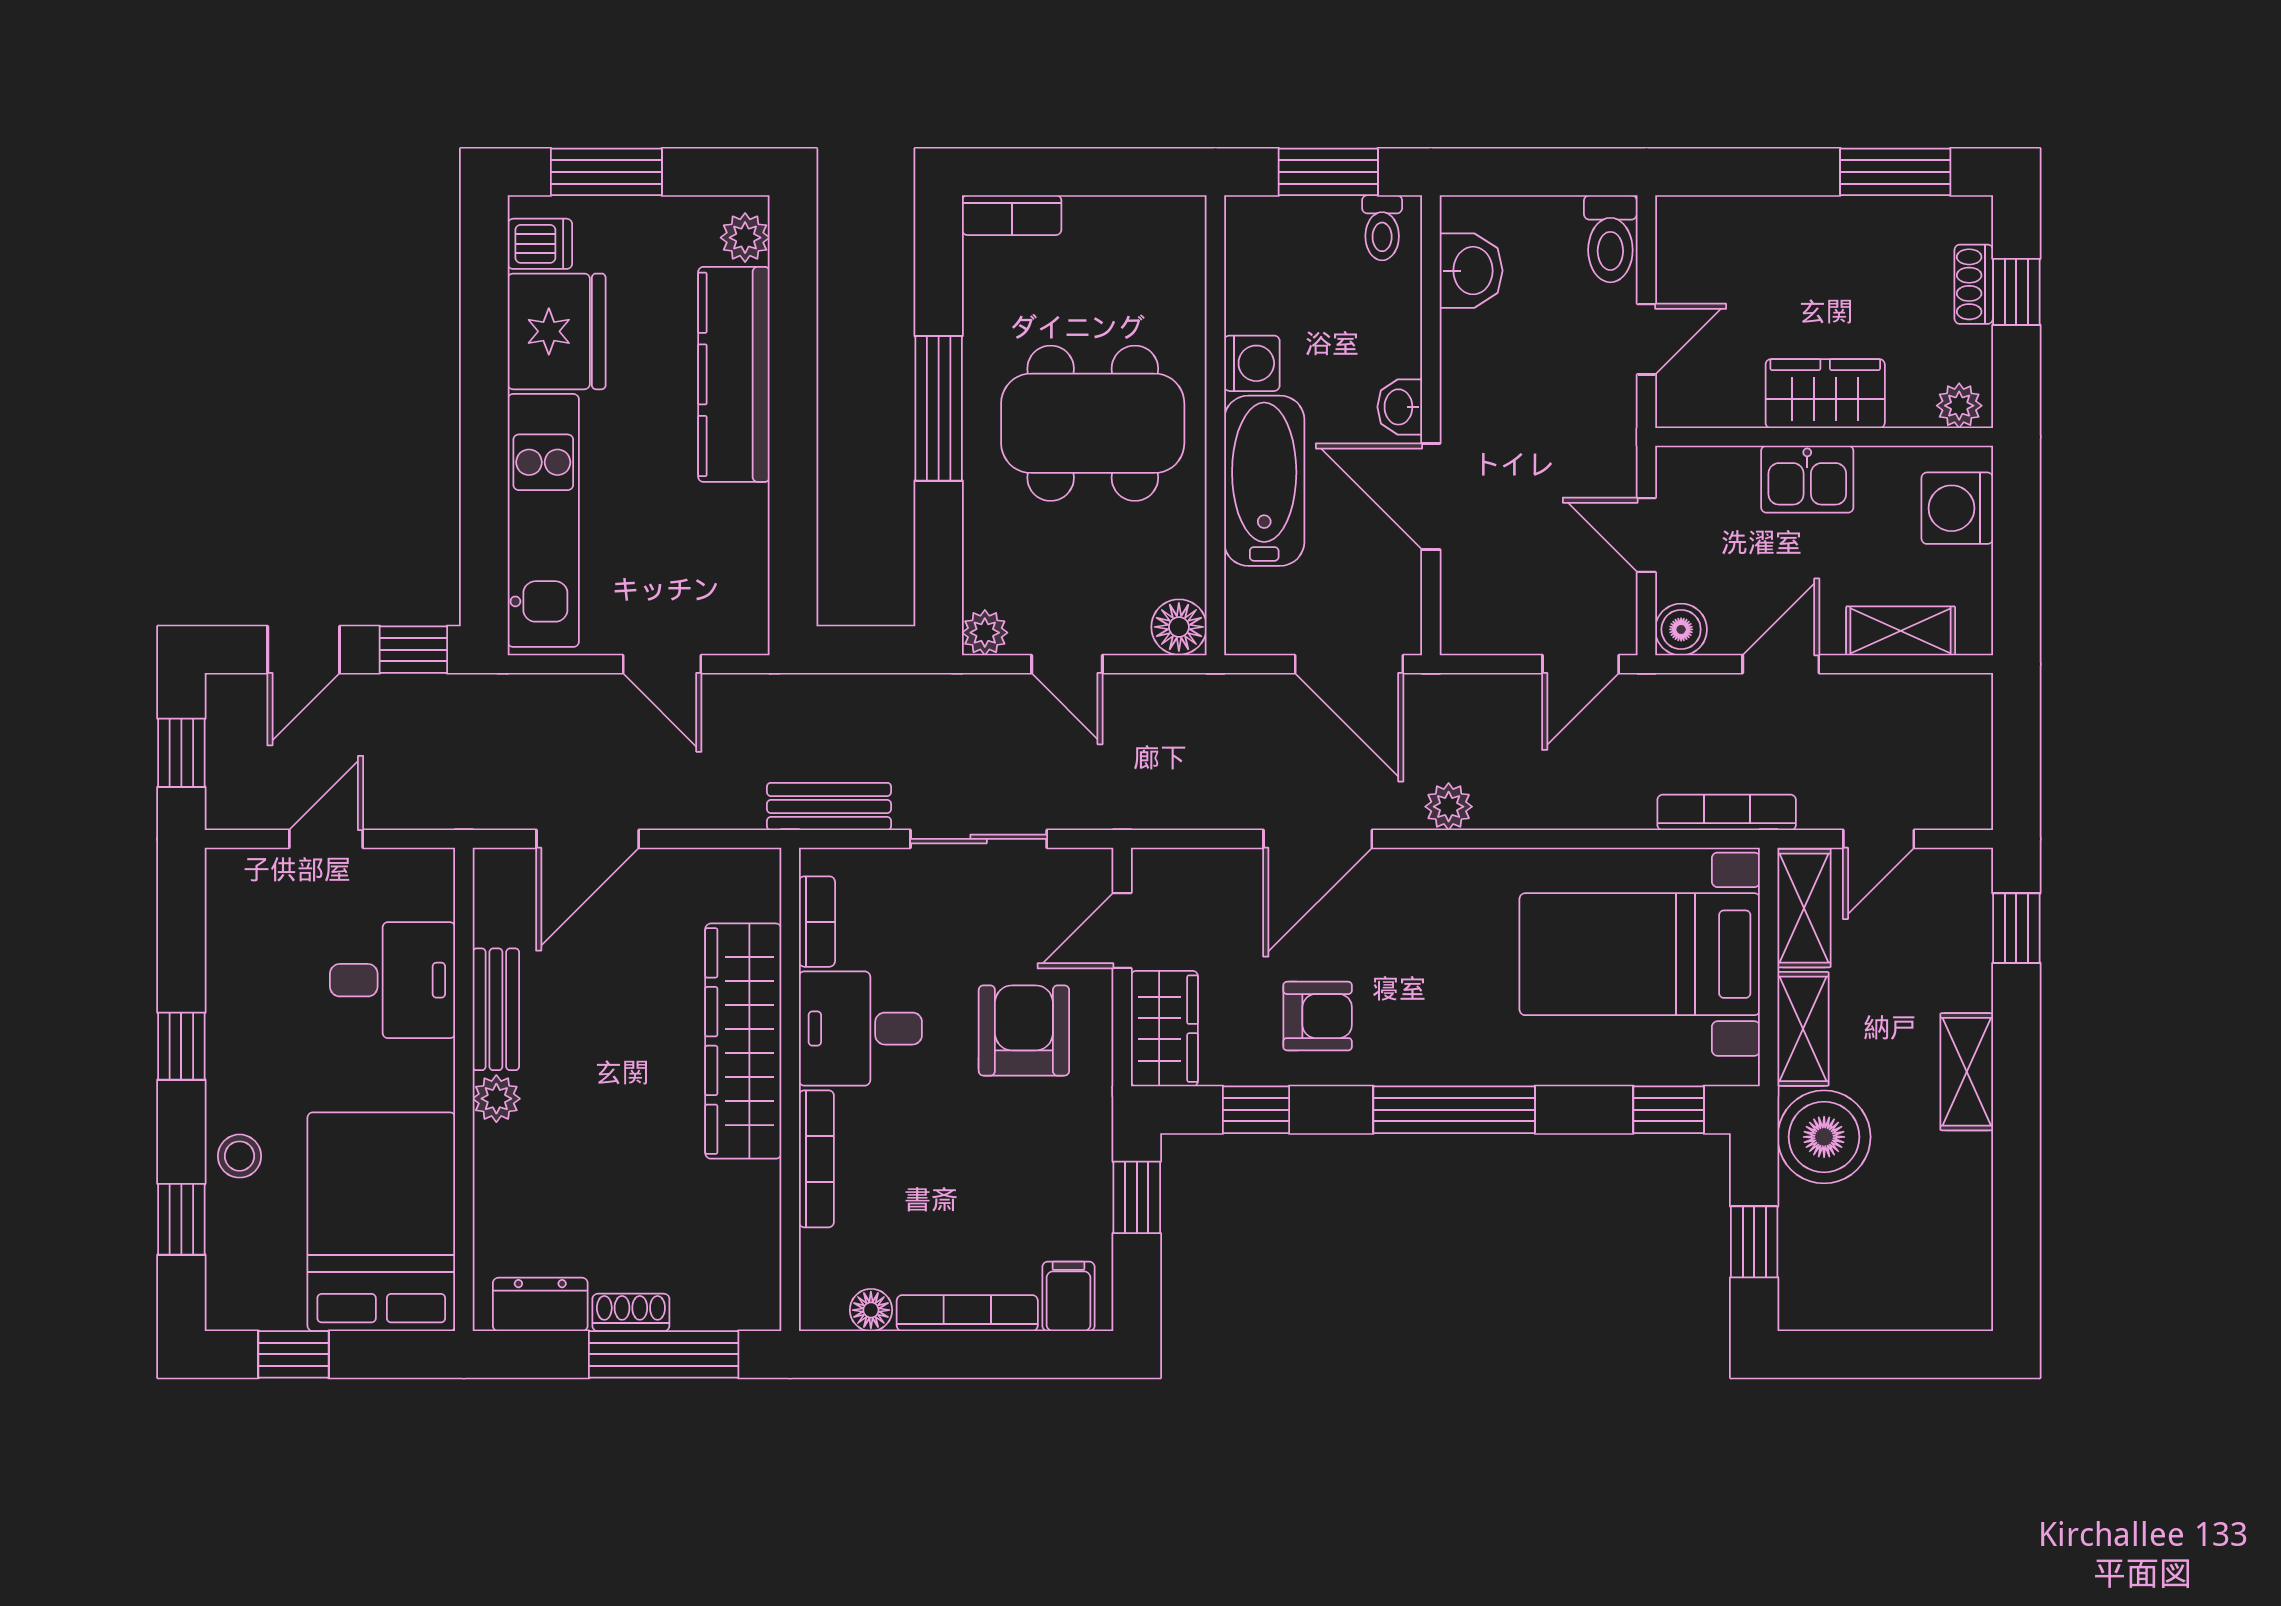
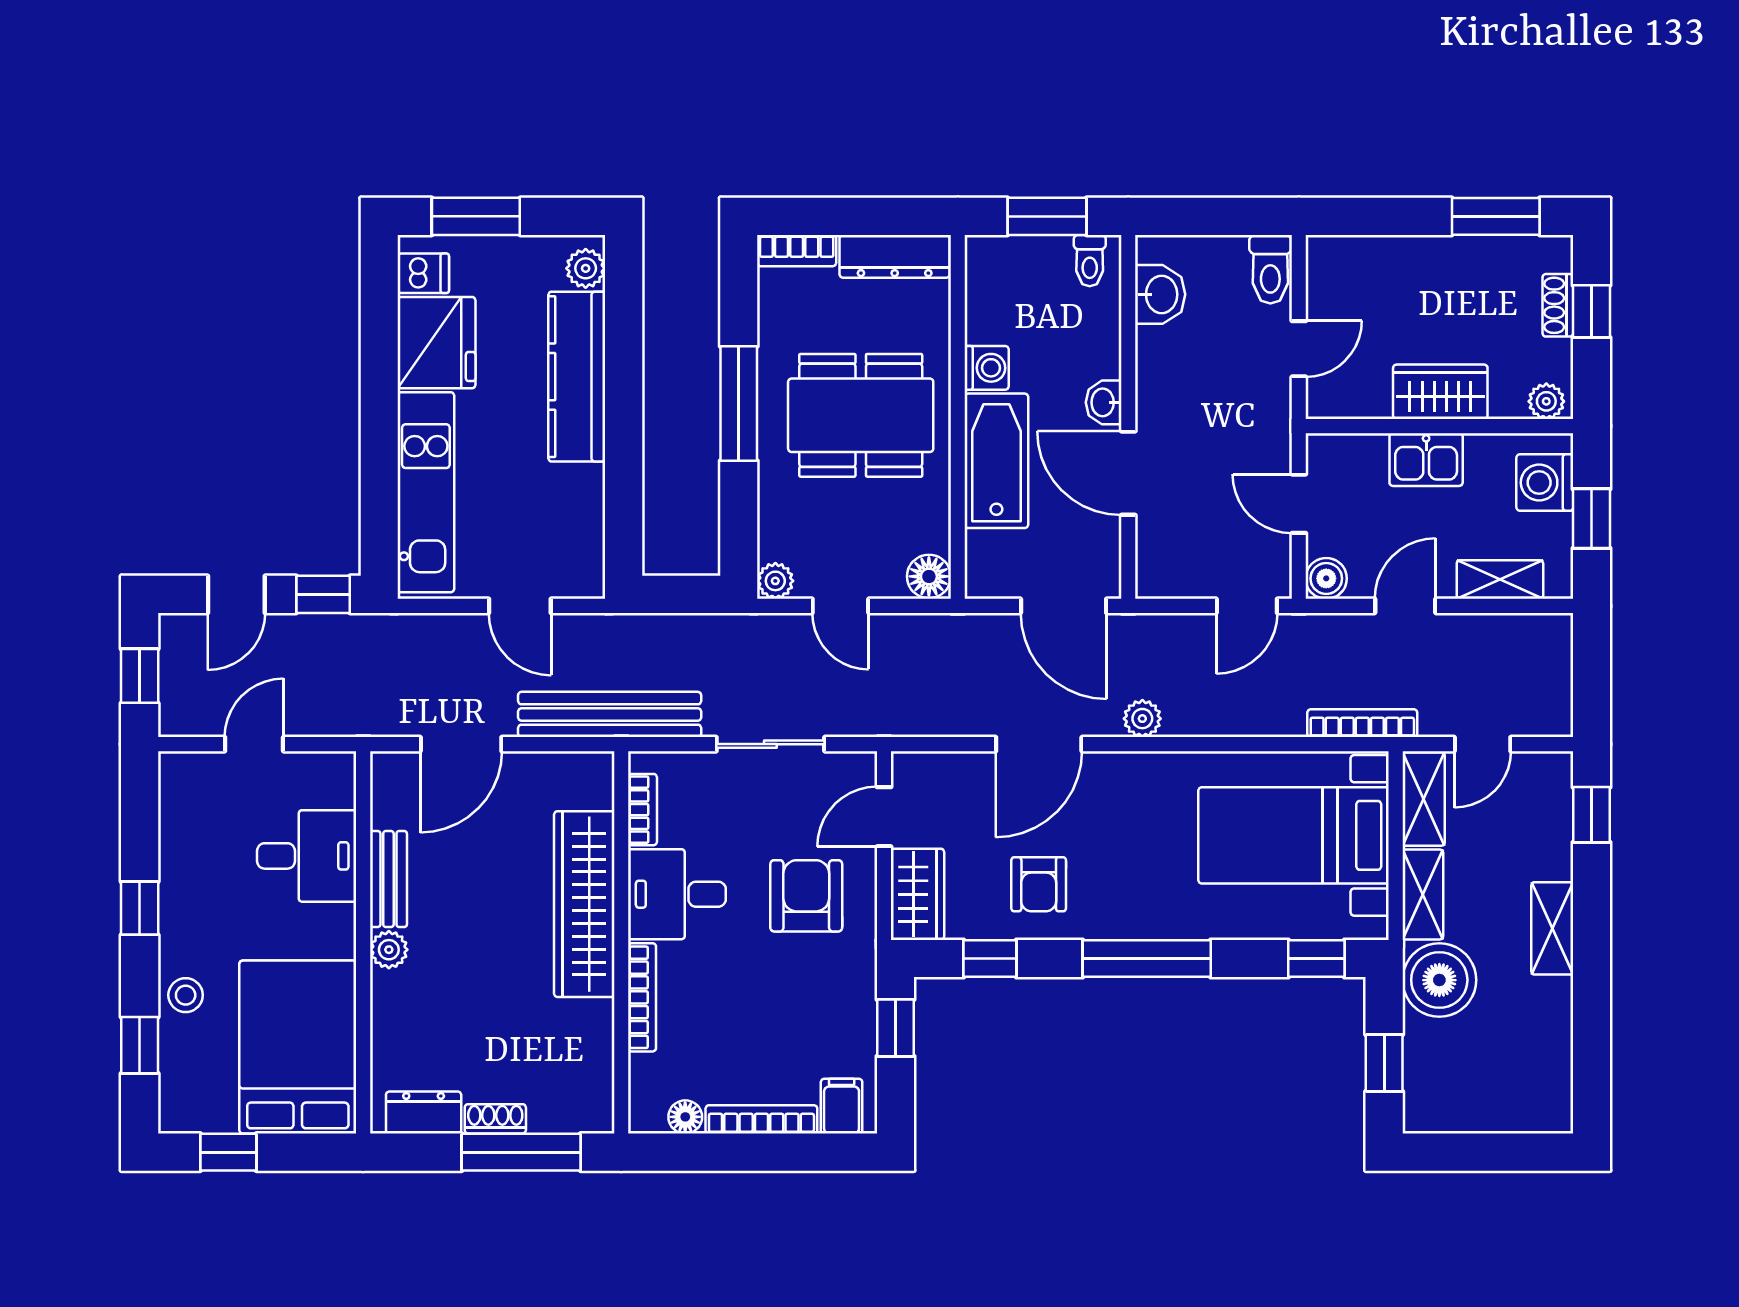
dresser: (1136, 222) -> (895, 256), added
window: (2016, 554) -> (1592, 519), added
bench: (829, 806) -> (610, 714), width x1.86, depth x1.21
armchair: (1318, 1016) -> (1039, 884), turned 90

